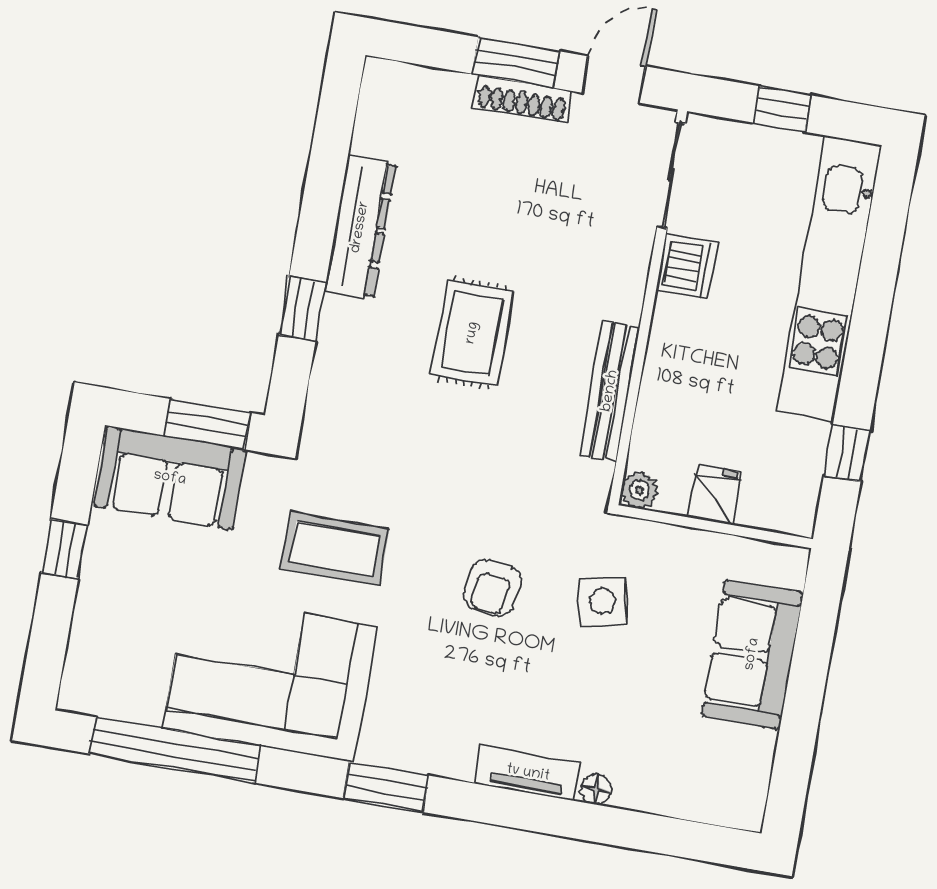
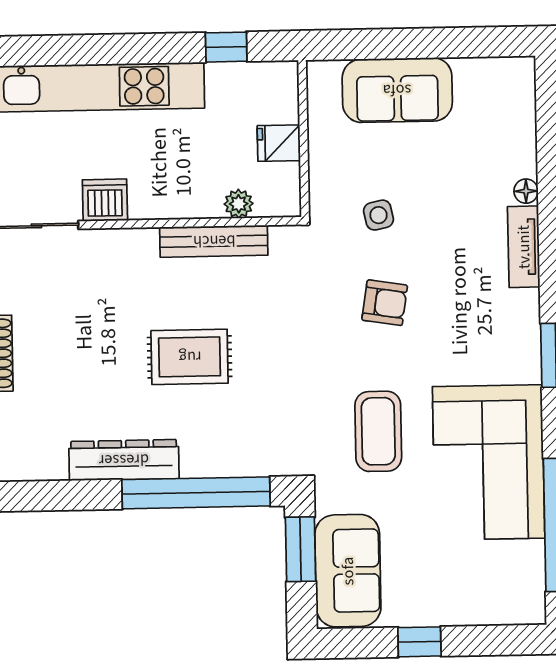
window: (302, 309) -> (196, 493), width x3.17
plant: (639, 490) -> (239, 204), moved
side table: (602, 601) -> (378, 215), width x0.73, depth x0.73

